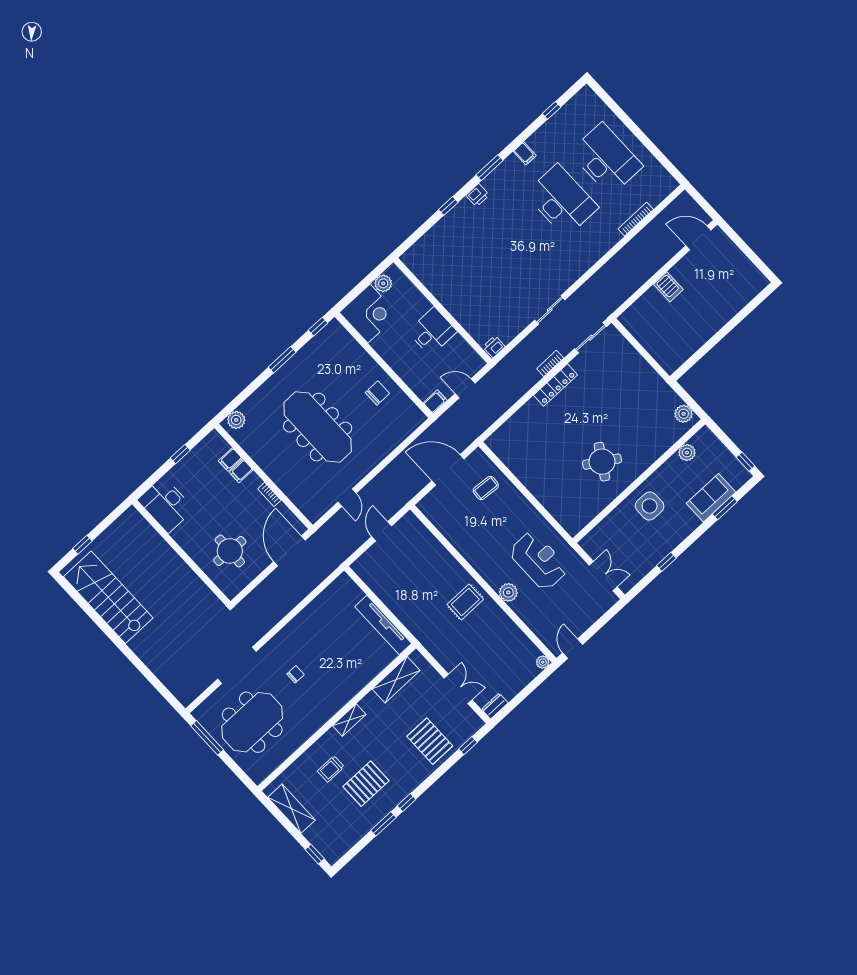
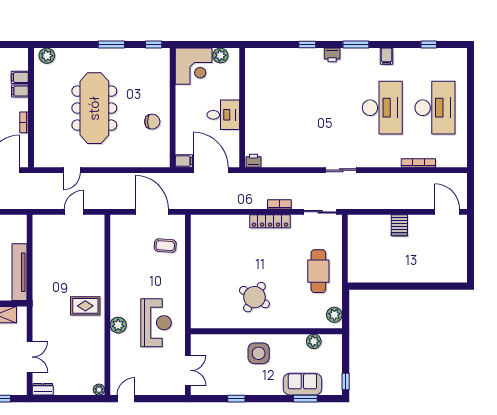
sliding door: (550, 310) -> (341, 170), moved
door: (465, 388) -> (211, 170), width x1.88
cafe table: (636, 389) -> (318, 271), added

